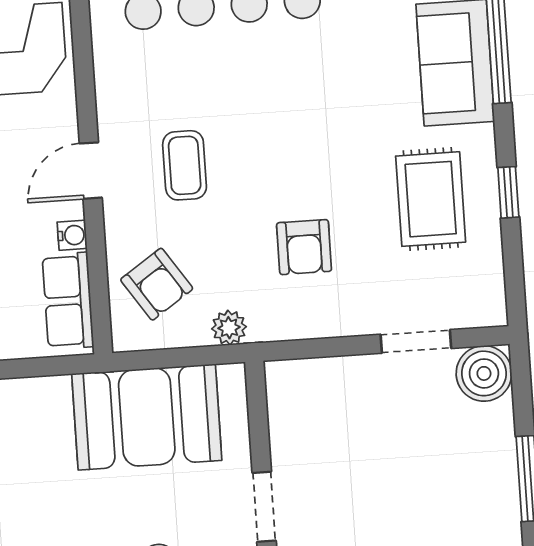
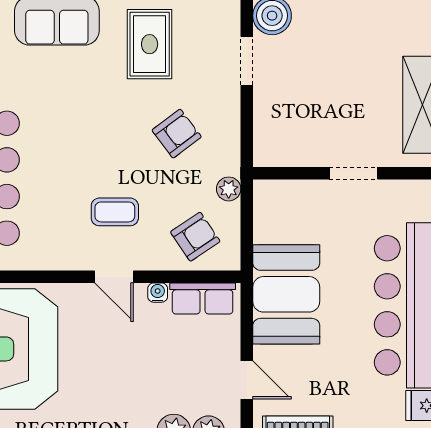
rug: (431, 199) -> (150, 44), turned 90
armchair: (304, 247) -> (177, 134), turned -37
booth: (147, 417) -> (286, 294), moved

